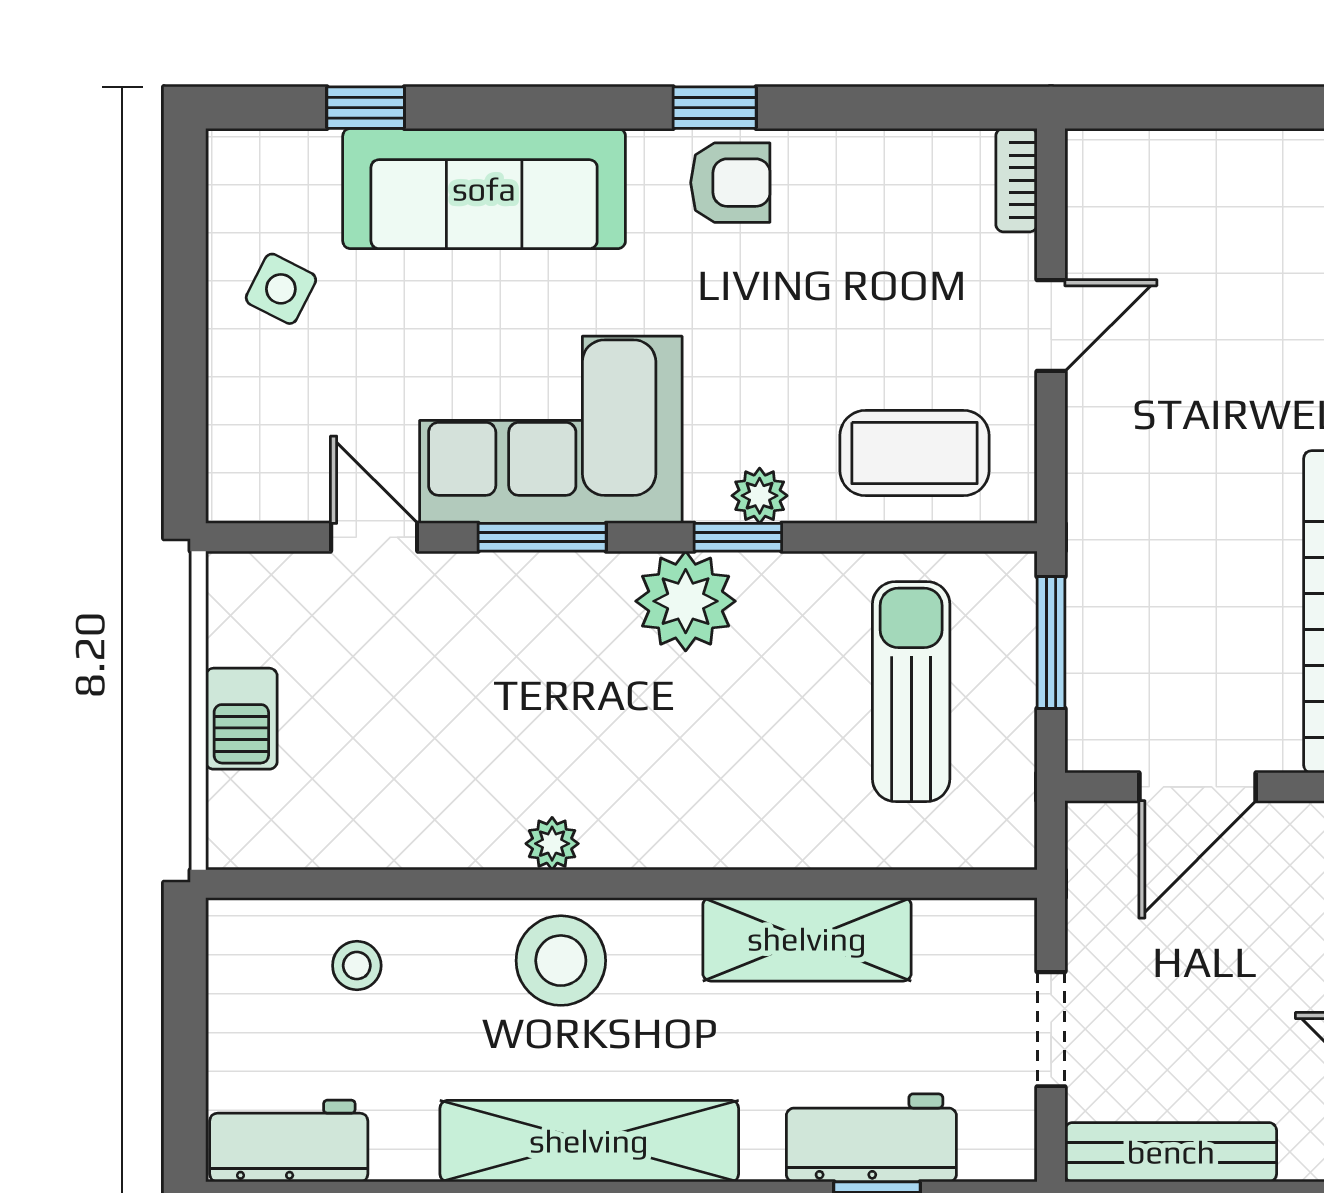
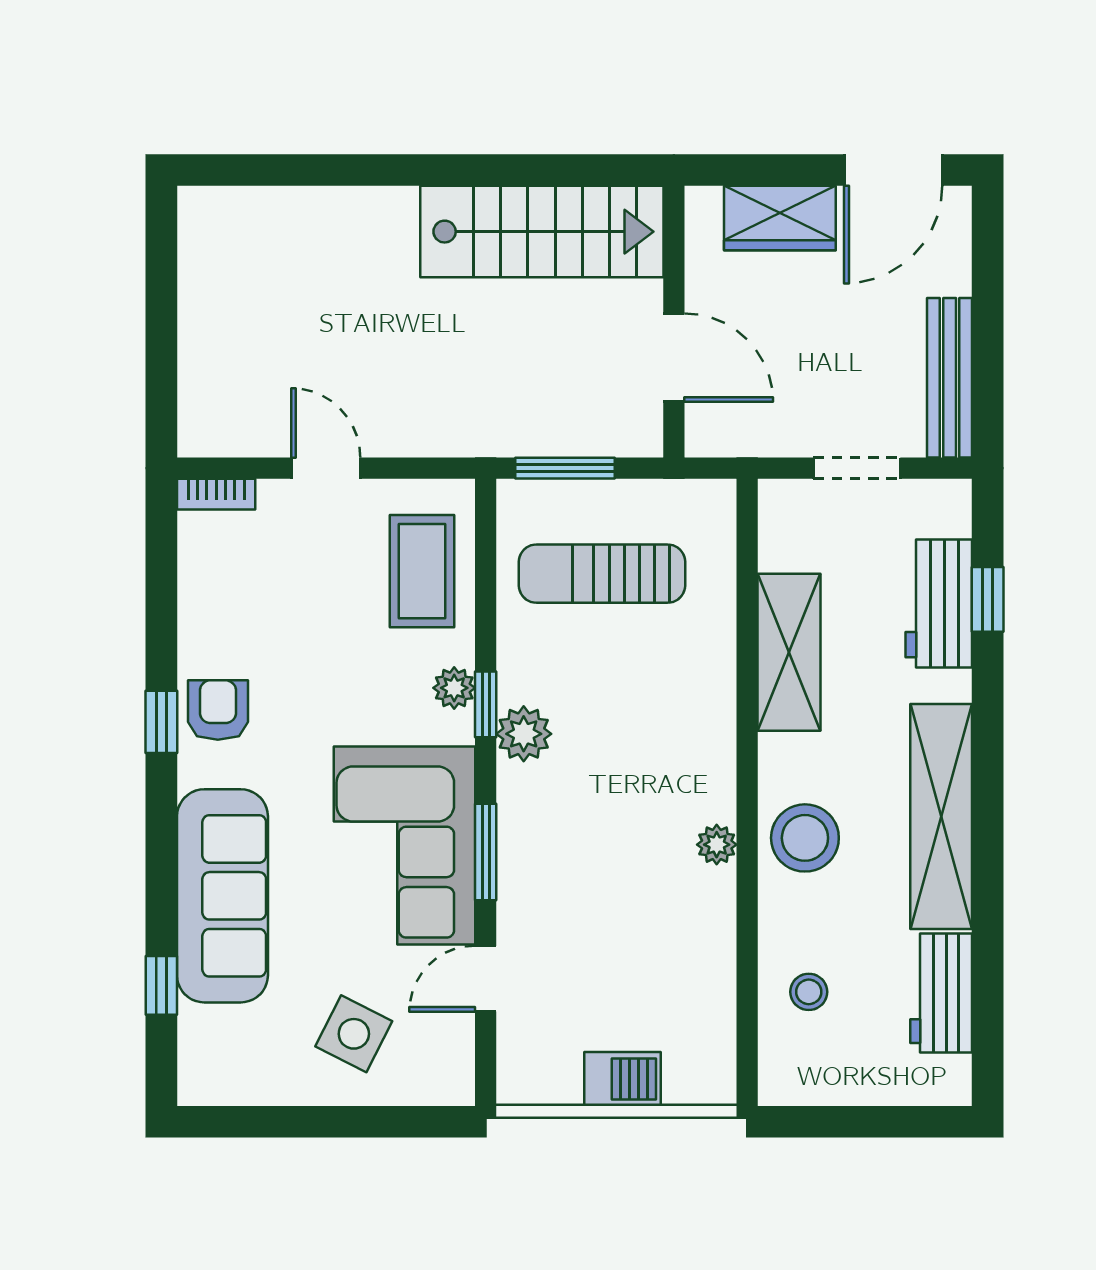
side table: (281, 289) -> (354, 1034), moved, width x1.37, depth x1.37
plant: (686, 601) -> (524, 734), width x0.73, depth x0.73
workbench: (289, 1141) -> (941, 993), moved

